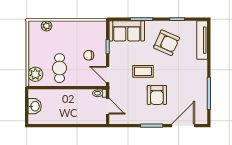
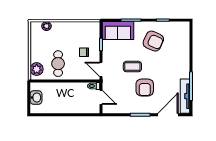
tv unit: (202, 40) -> (185, 96), moved

